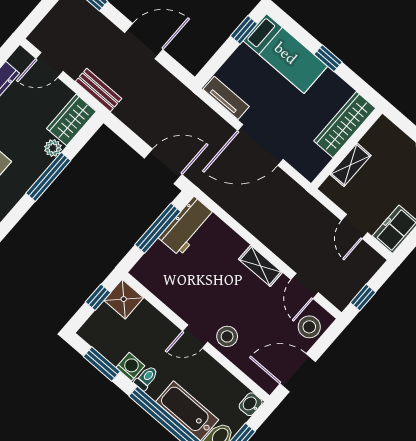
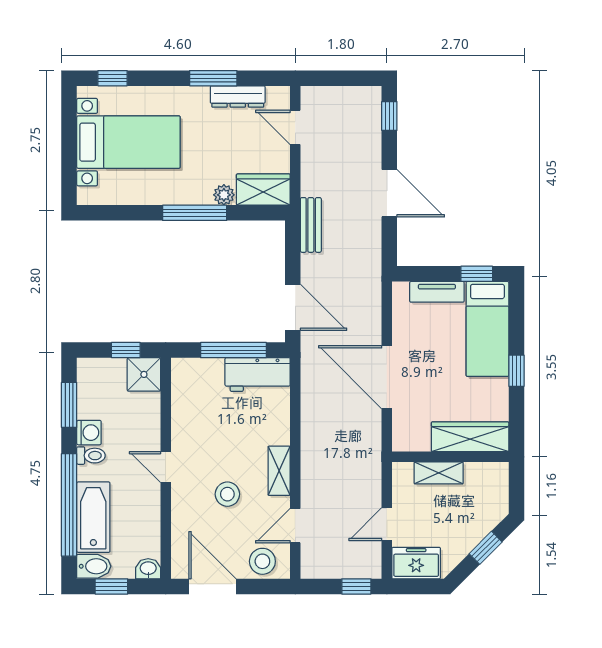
bench: (99, 90) -> (311, 225), moved
tv unit: (226, 98) -> (437, 292), moved, turned 90
window: (363, 297) -> (356, 586), moved
stool: (227, 336) -> (227, 494), moved

